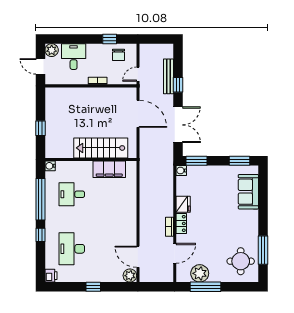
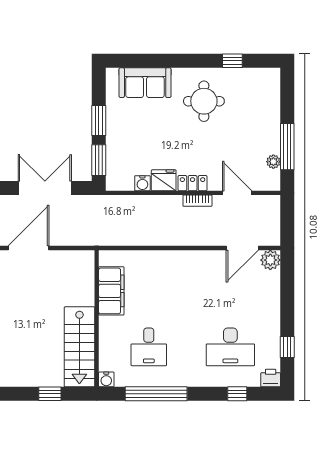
stairs: (101, 148) -> (79, 347), moved
window: (239, 161) -> (99, 120), moved
water cooler: (181, 171) -> (142, 183), moved
window: (40, 235) -> (237, 394), moved
window: (263, 250) -> (232, 61), width x0.46
round table: (241, 261) -> (204, 101), moved
plant: (200, 273) -> (273, 162), width x0.53, depth x0.53
window: (93, 287) -> (287, 347), moved

